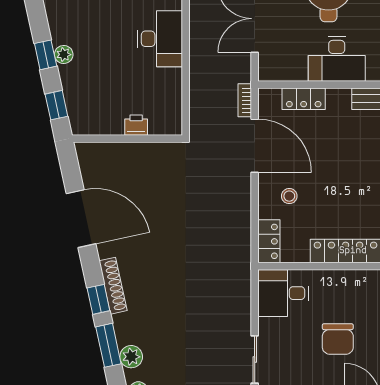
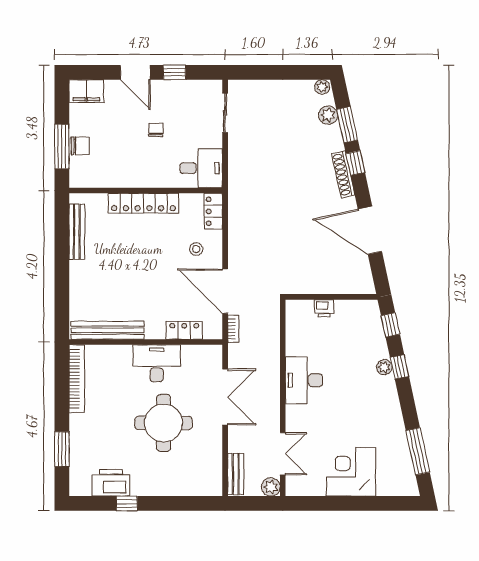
chair: (338, 339) -> (156, 130), width x0.54, depth x0.54

